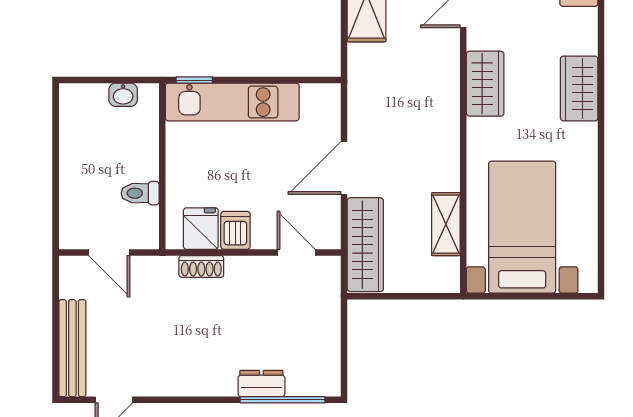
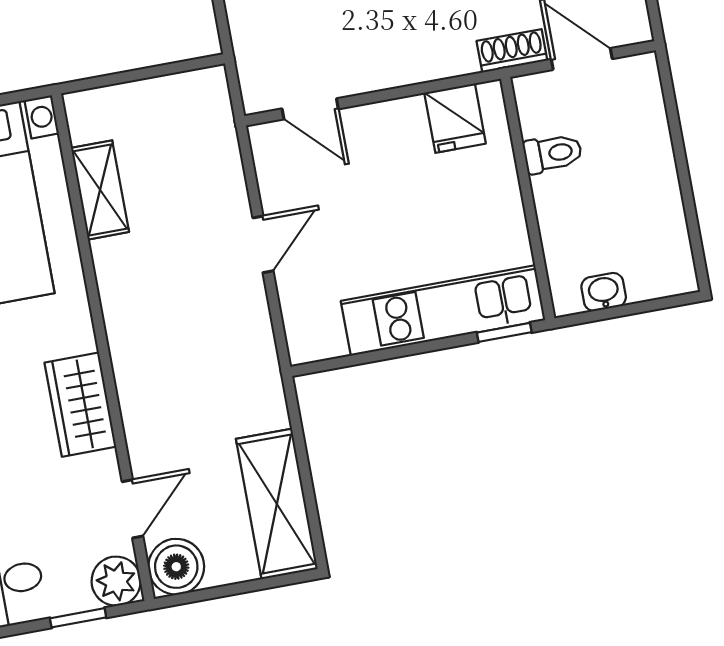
door: (344, 168) -> (263, 244), width x0.73
dishwasher: (235, 230) -> (404, 125), removed
wardrobe: (365, 245) -> (212, 139), removed
shoe rack: (201, 266) -> (512, 51), moved

